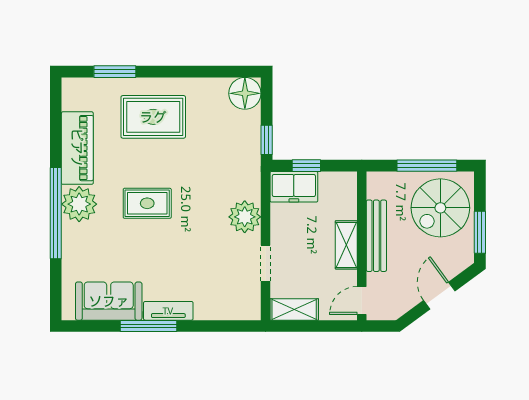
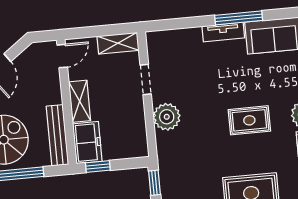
window: (306, 166) -> (98, 167), moved
freezer: (294, 187) -> (87, 143), moved, turned 90
bench: (376, 236) -> (57, 135), moved

